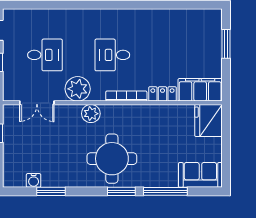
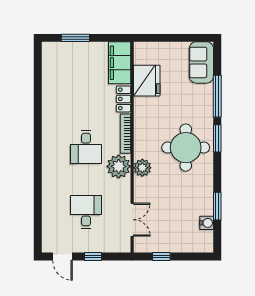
plant: (78, 89) -> (119, 166), moved
fridge: (208, 121) -> (147, 81), moved, turned -90

